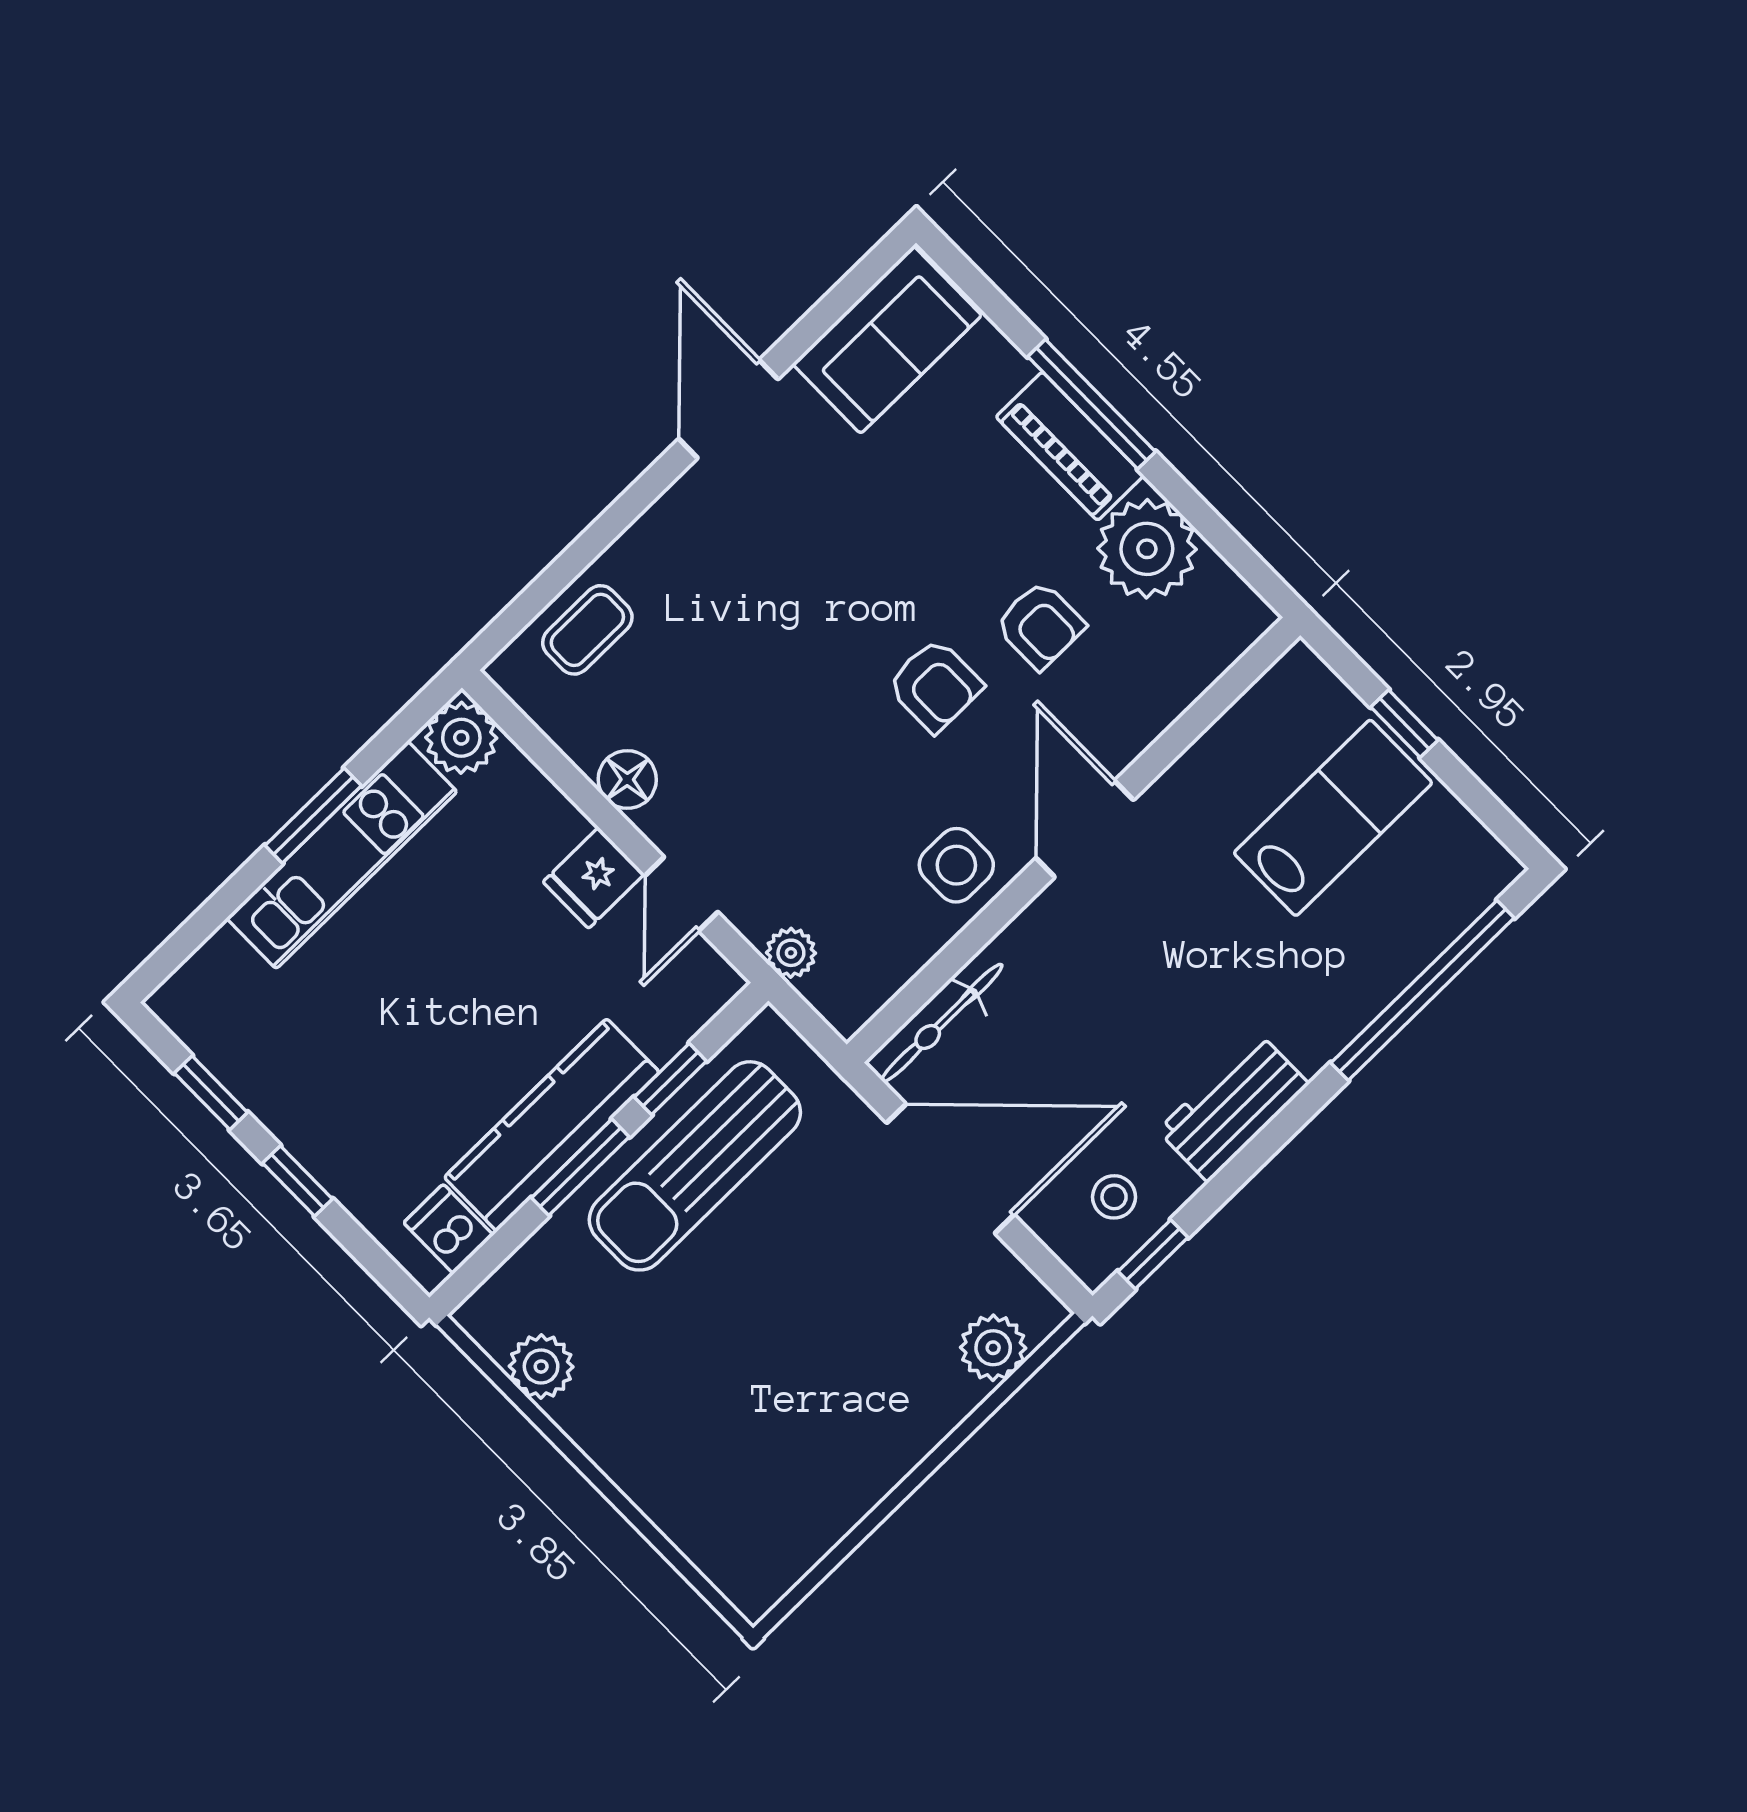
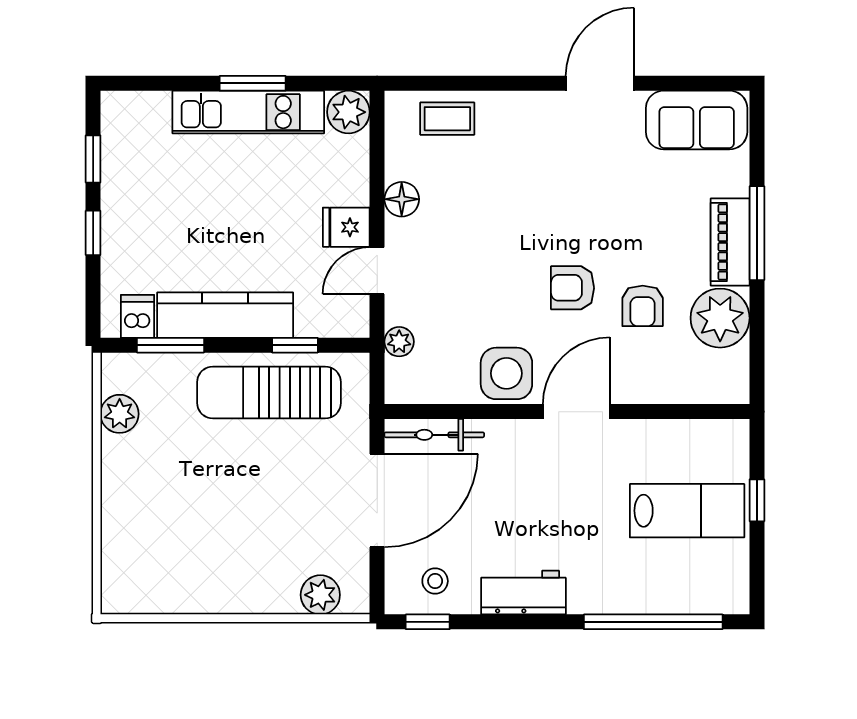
armchair: (935, 685) -> (572, 288), turned 90
side table: (956, 865) -> (506, 373), width x1.37, depth x1.37
window: (580, 1167) -> (170, 345), moved
door: (950, 1169) -> (377, 501), hinge flipped

